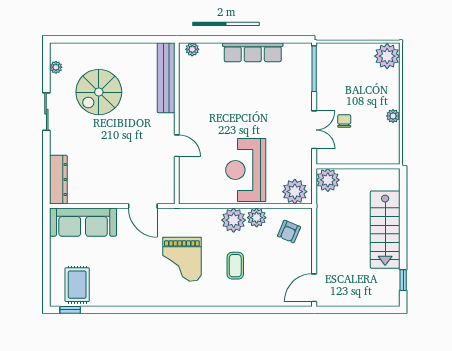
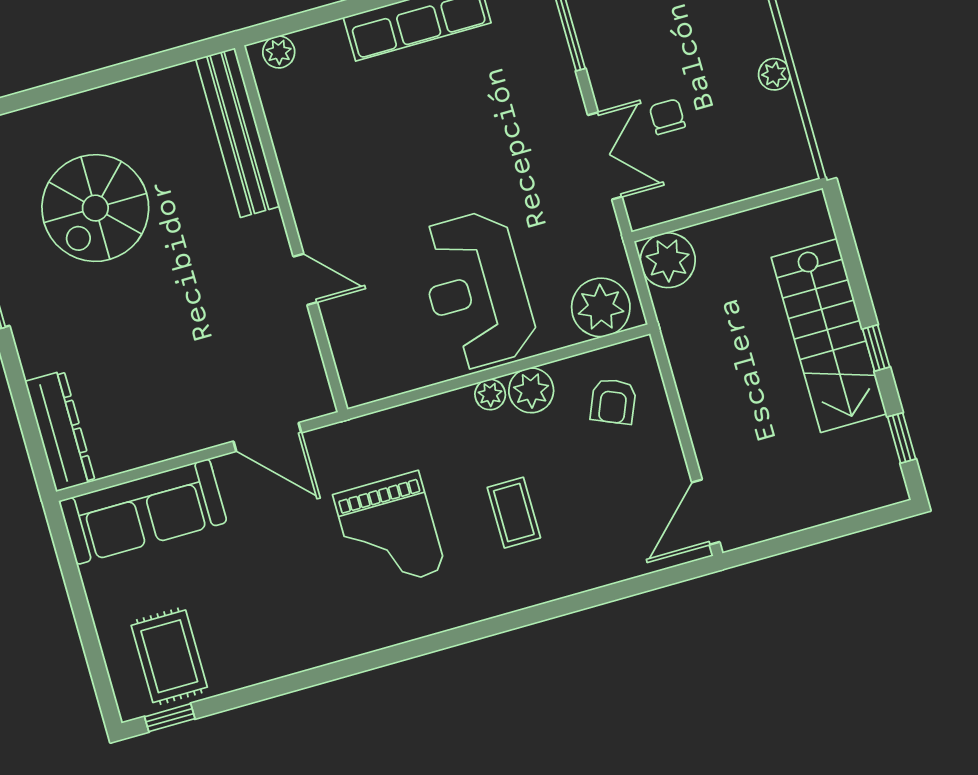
plant: (234, 220) -> (490, 395), width x0.53, depth x0.53
window: (403, 240) -> (876, 348), added

